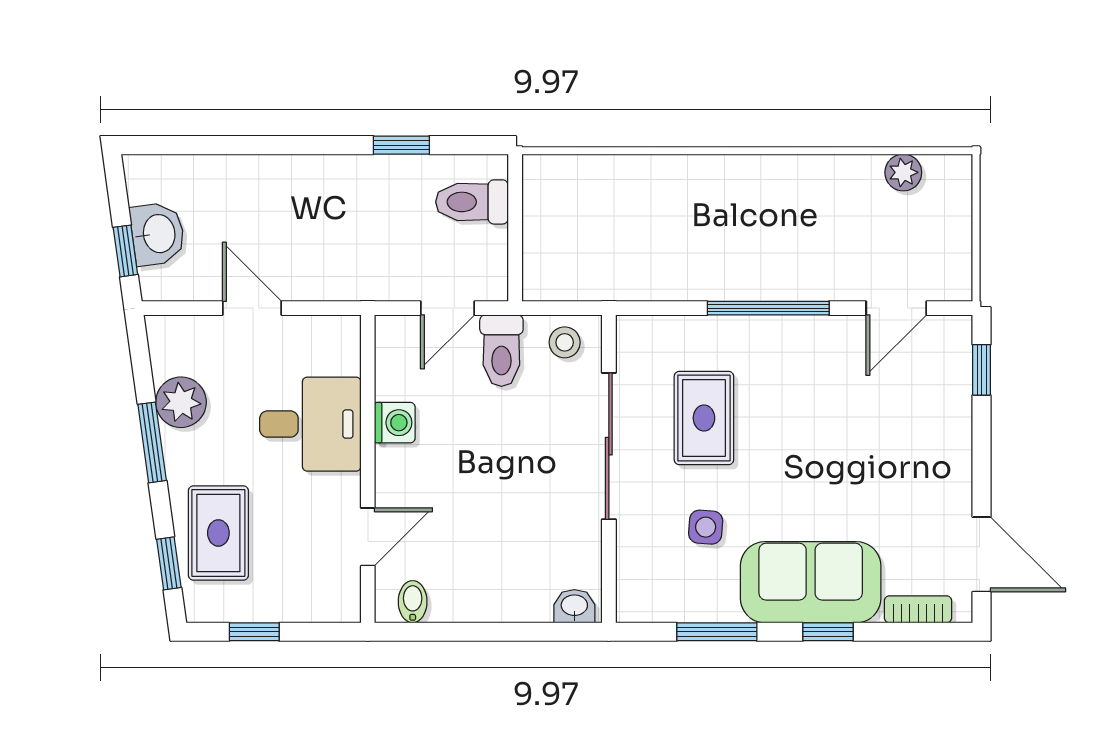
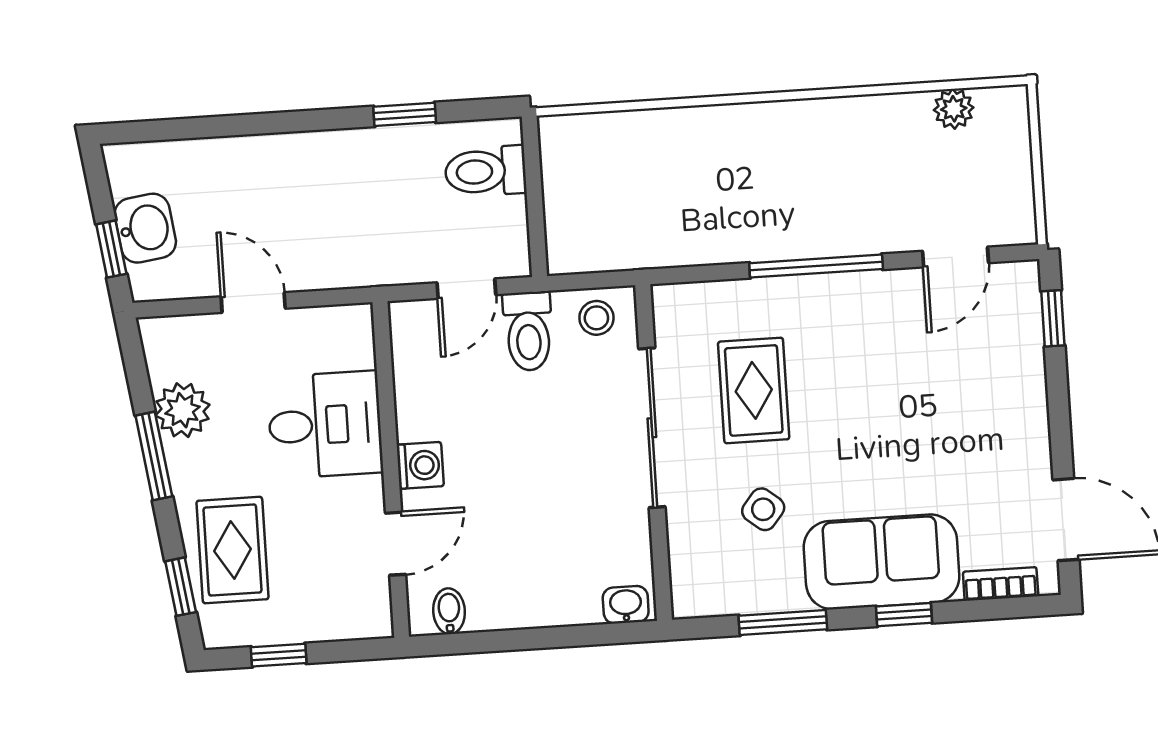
washing machine: (395, 423) -> (420, 465), moved
side table: (706, 527) -> (763, 509), turned 34

